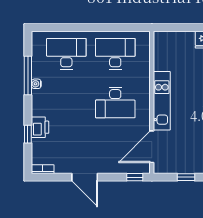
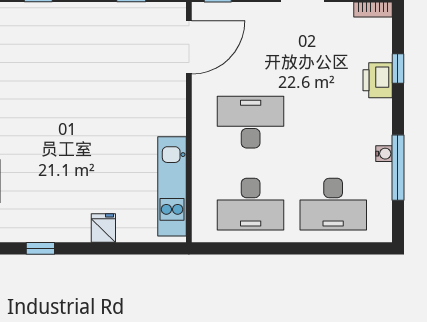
kitchen unit: (162, 101) -> (172, 186), moved

